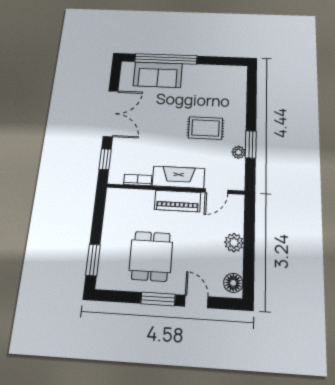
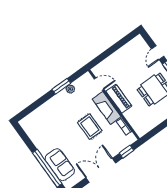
rug: (205, 128) -> (90, 127), moved
plant: (234, 243) -> (117, 57), removed
floor lamp: (233, 283) -> (136, 43), removed

